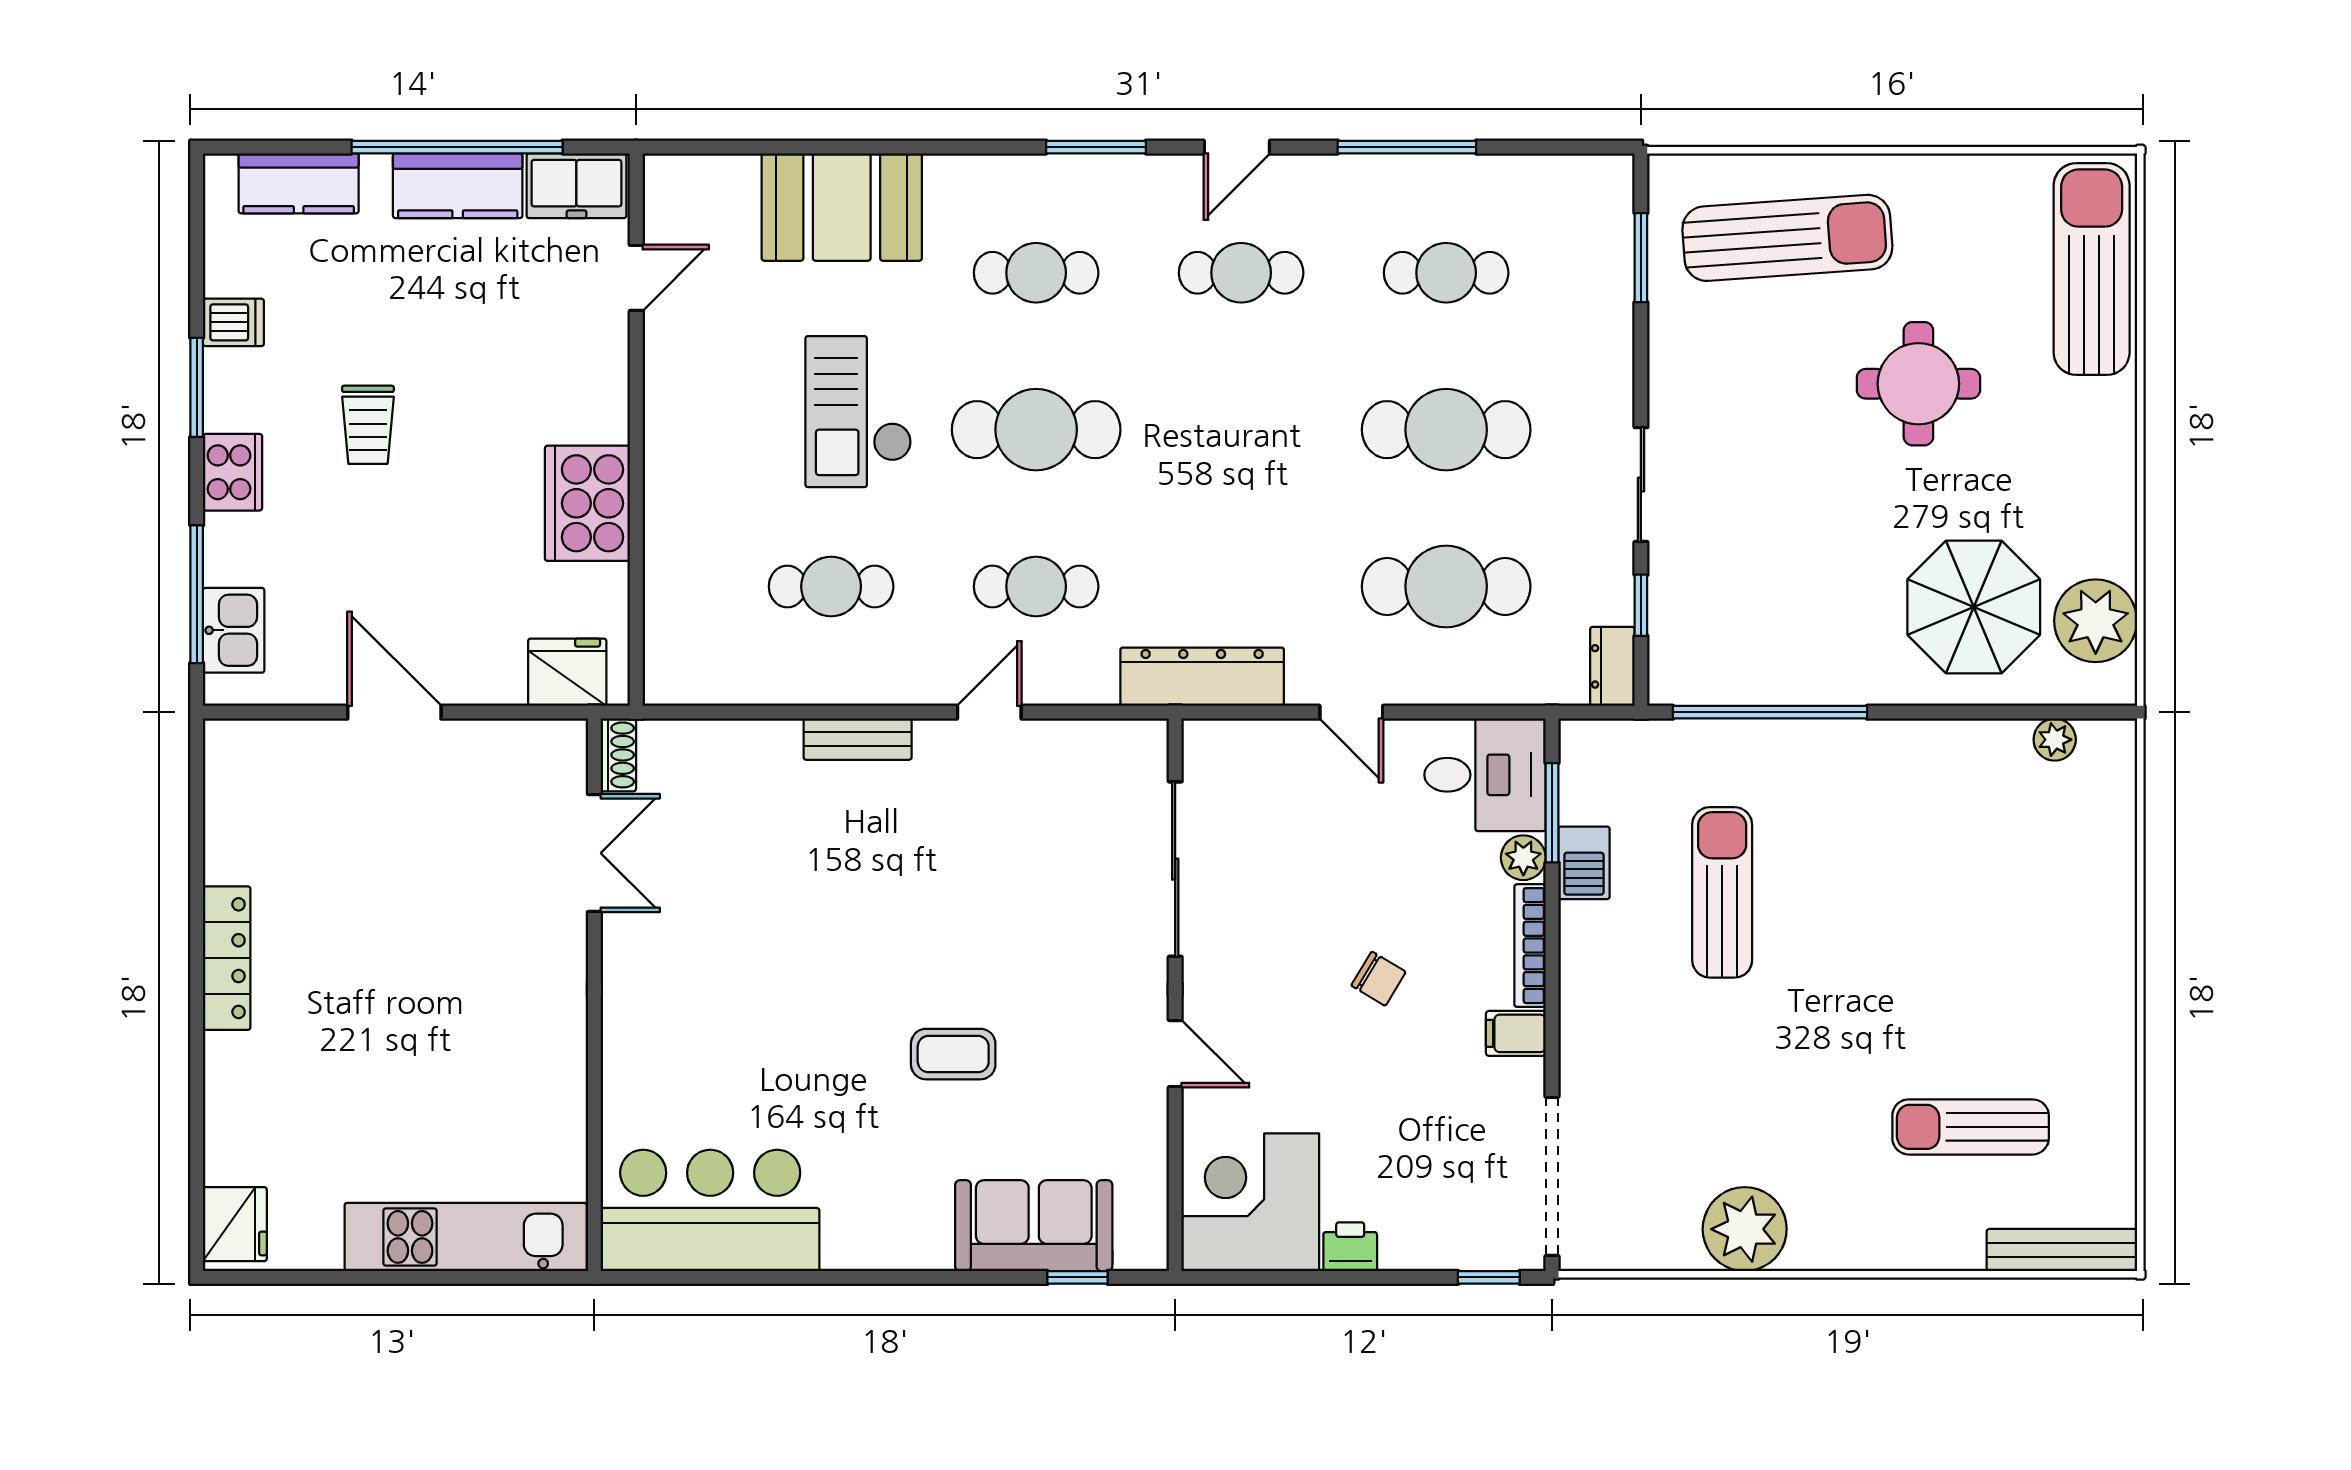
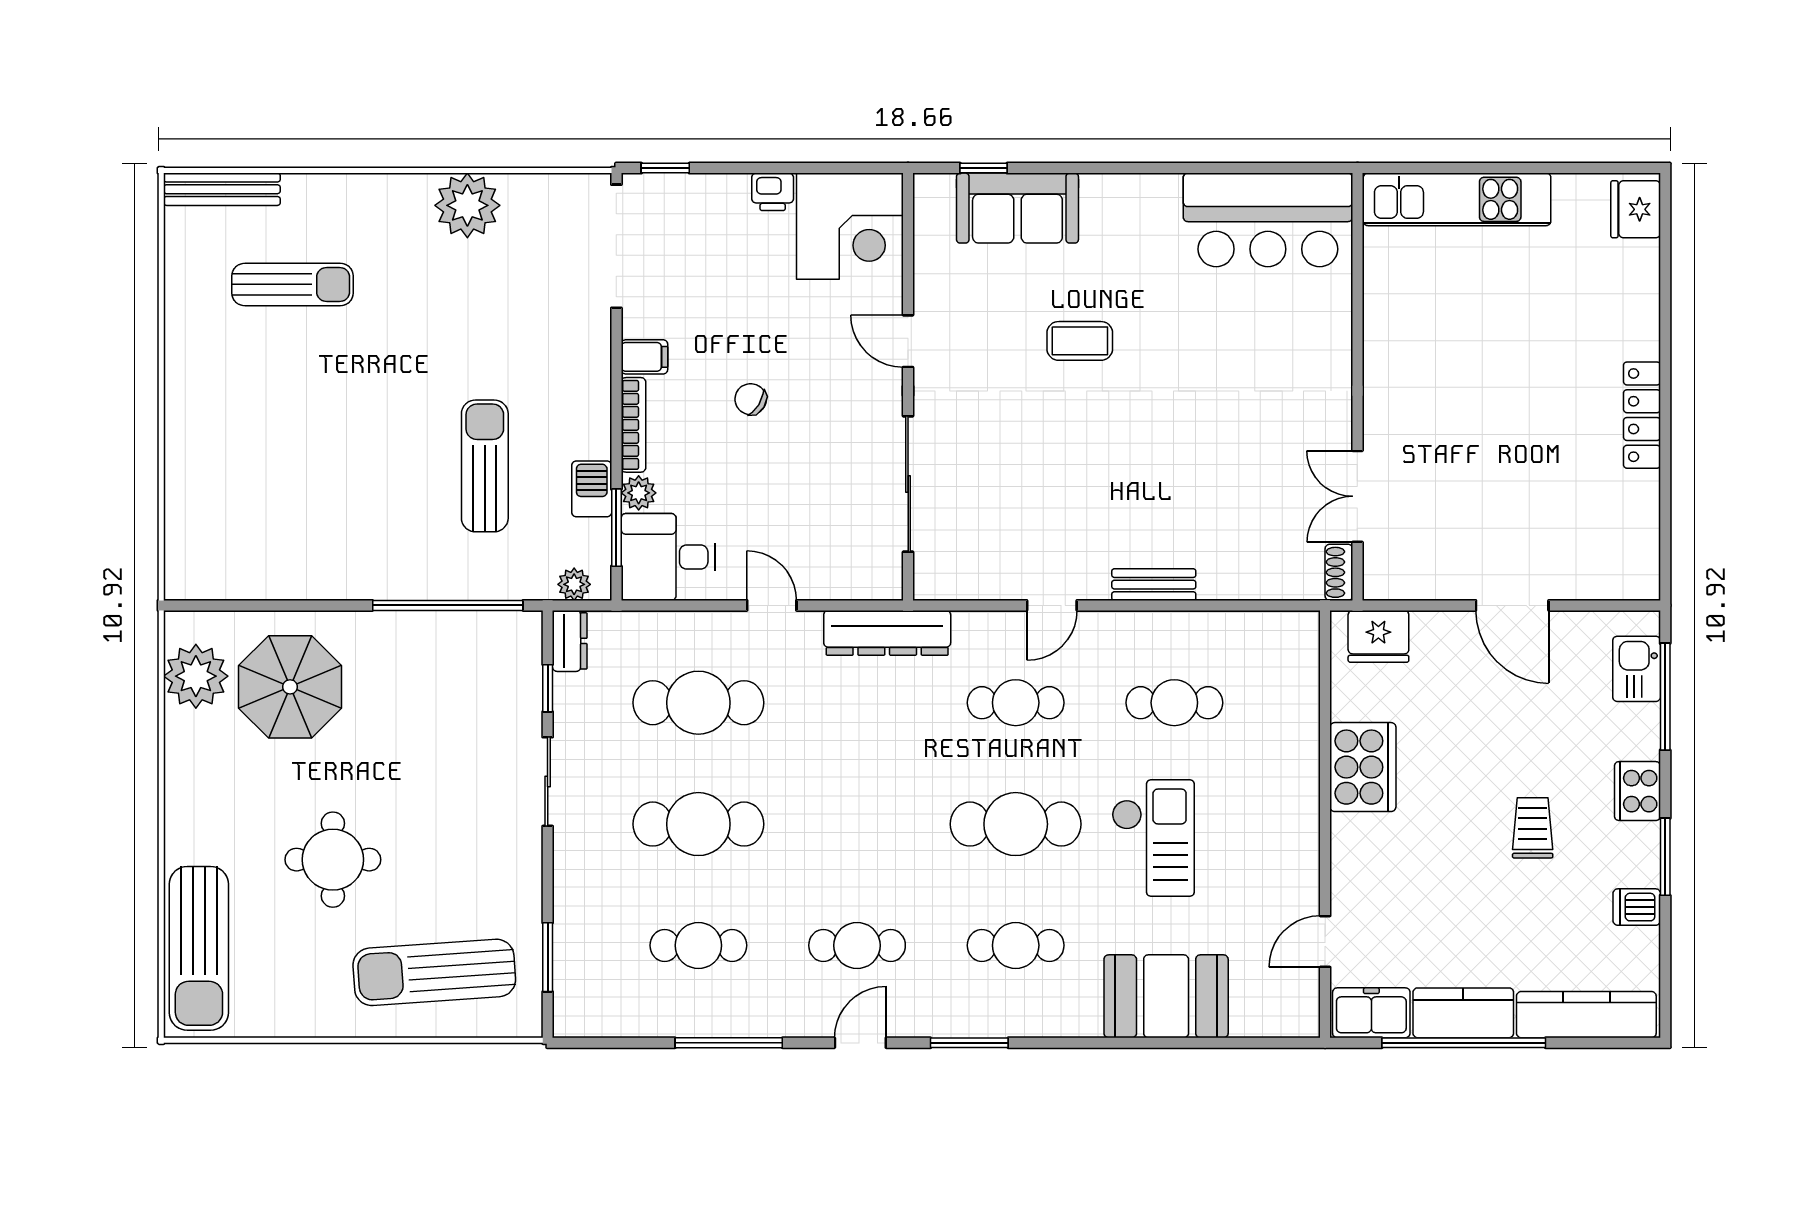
kitchen counter: (299, 183) -> (1586, 1015), width x1.50
plant: (2055, 740) -> (574, 584), moved
sun lounger: (1722, 892) -> (485, 466), turned 180

